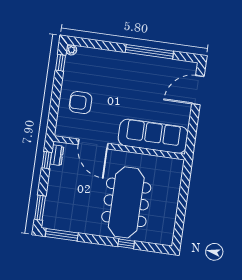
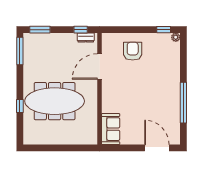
sofa: (153, 136) -> (111, 129), width x0.54, depth x0.79

